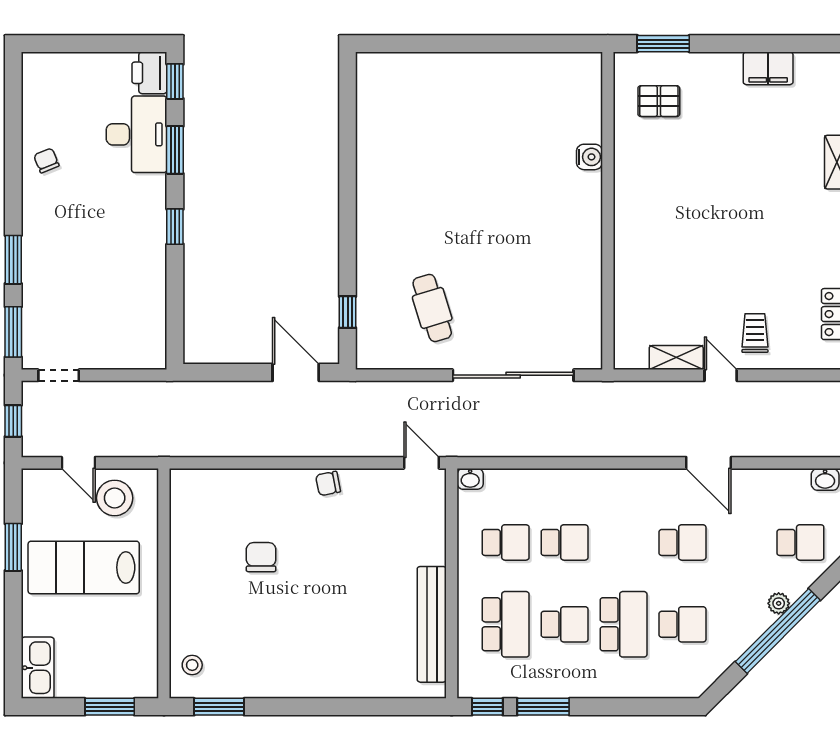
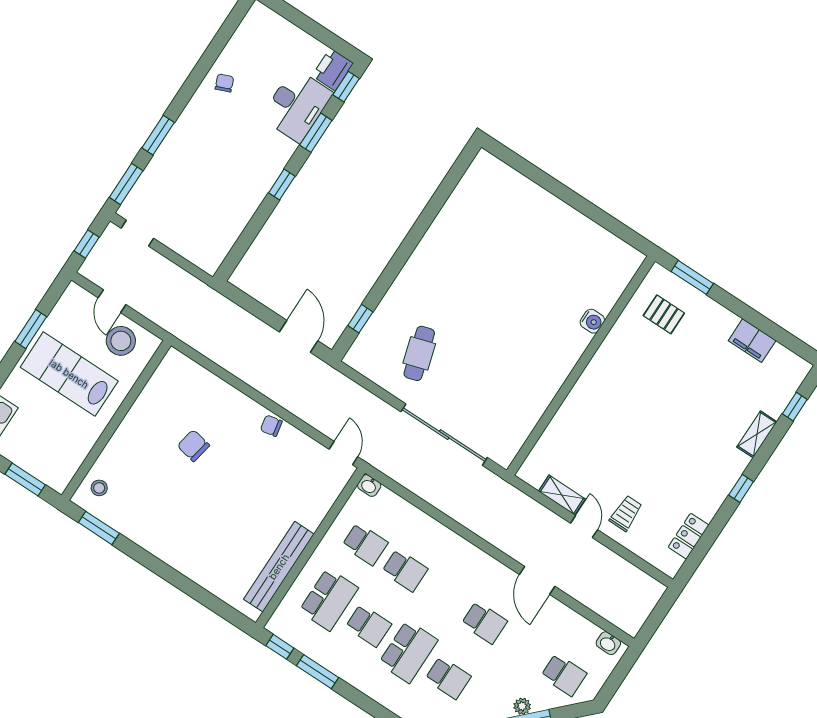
chair: (261, 557) -> (193, 446), turned -79

